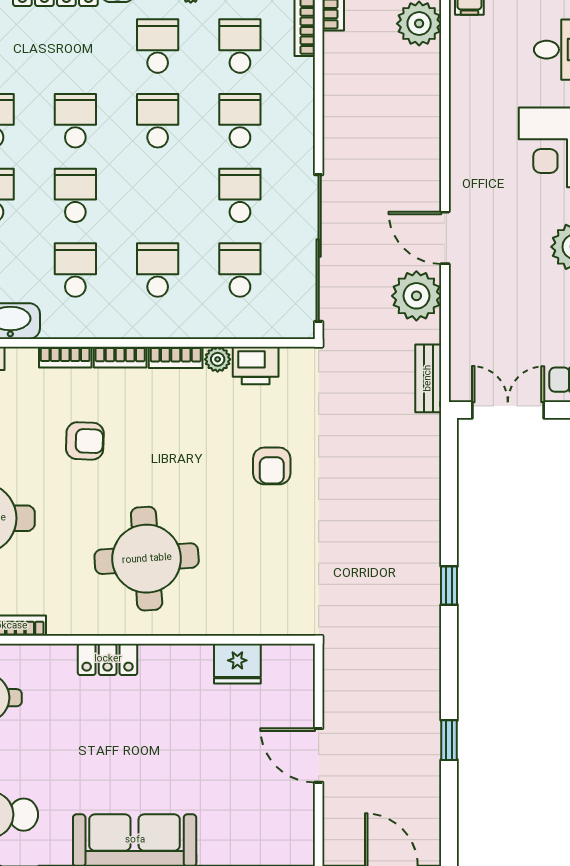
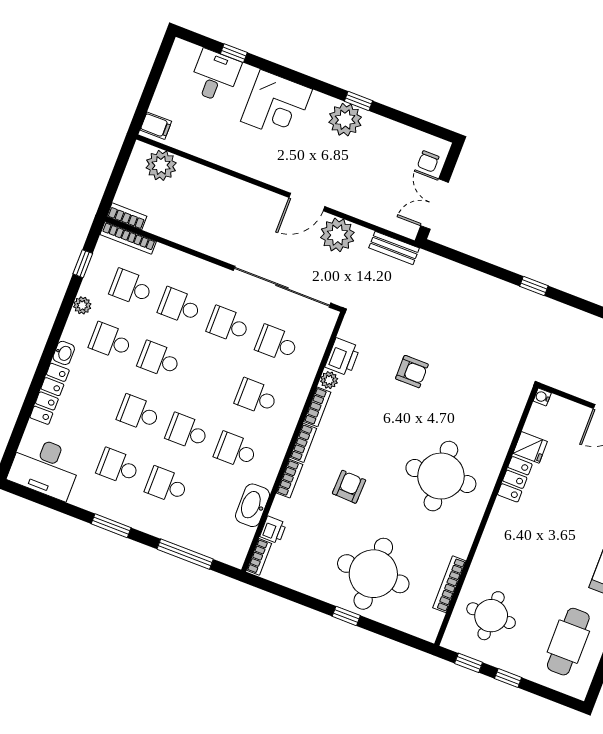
water cooler: (305, 654) -> (542, 397), added
locker: (108, 659) -> (515, 479), moved
fridge: (237, 664) -> (530, 447), width x0.72

